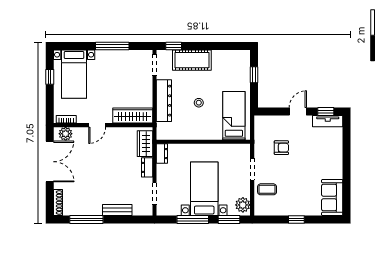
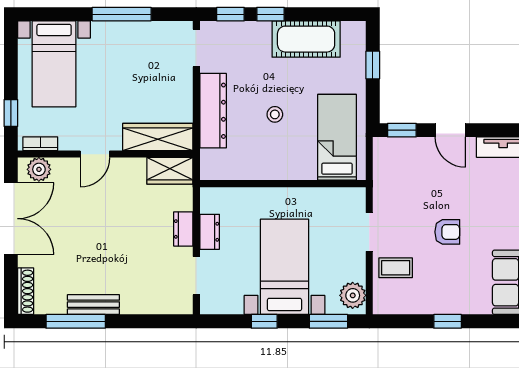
window: (196, 46) -> (271, 14), added
cot: (192, 60) -> (306, 39), moved
window: (50, 77) -> (11, 113), moved
door: (298, 112) -> (450, 130), swing flipped
window: (326, 112) -> (402, 130), moved
wardrobe: (145, 144) -> (170, 171), moved, turned -90
armchair: (281, 148) -> (447, 232), moved
dresser: (162, 154) -> (210, 232), moved
bench: (117, 210) -> (93, 305), moved
window: (193, 220) -> (264, 321), width x0.46

